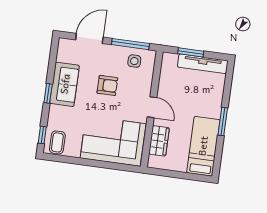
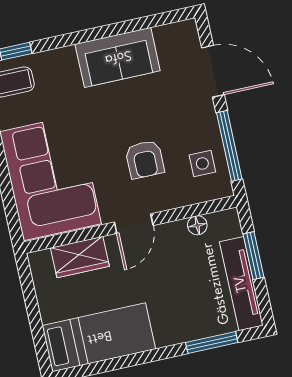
floor lamp: (165, 75) -> (197, 225), added
armchair: (107, 85) -> (145, 159), moved
window: (48, 93) -> (91, 35), removed
window: (223, 122) -> (212, 343), moved

